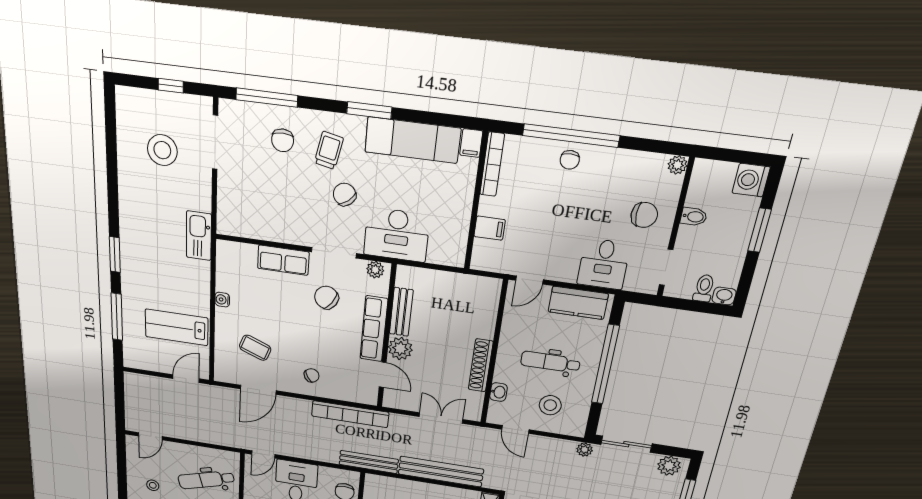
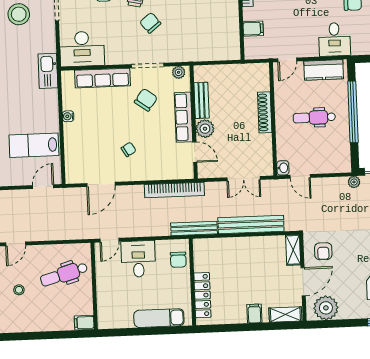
desk: (397, 235) -> (82, 49), moved
row of seats: (283, 260) -> (103, 78), width x1.48
chair: (326, 298) -> (146, 100), turned 91
coffee table: (255, 348) -> (96, 150), removed
shoe rack: (481, 365) -> (265, 112), moved
chair: (312, 375) -> (129, 149), moved
washbasin: (498, 392) -> (283, 168), moved
stool: (550, 405) -> (321, 151), removed
double door: (441, 418) -> (244, 179), swing flipped

